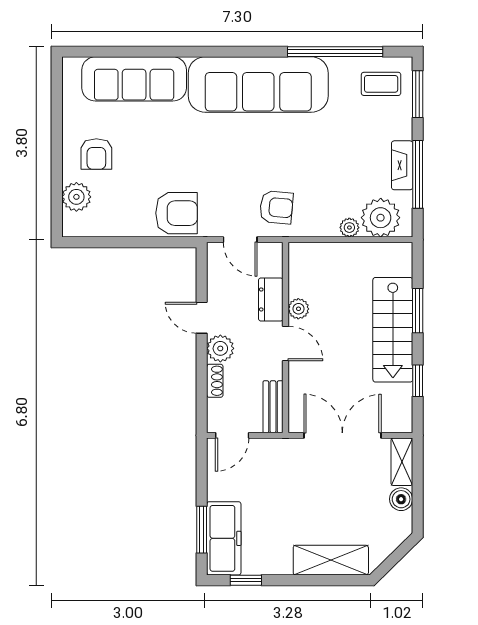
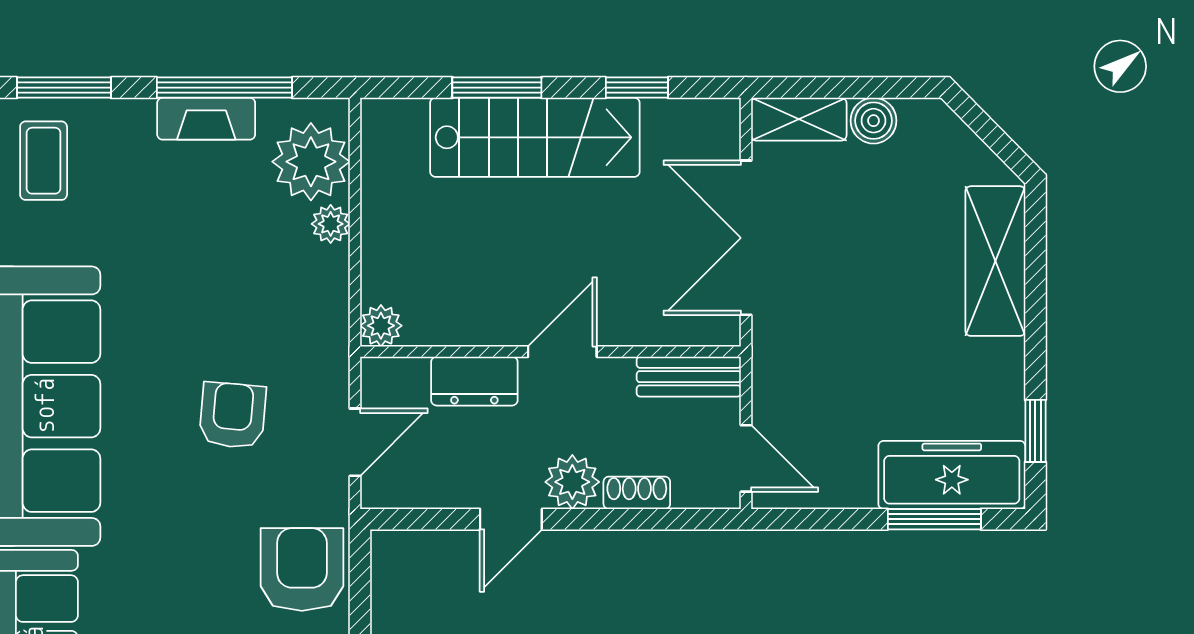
armchair: (276, 207) -> (233, 415), moved
plant: (298, 309) -> (381, 326), moved

